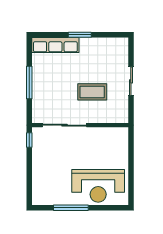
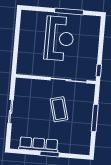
row of seats: (55, 45) -> (39, 145), moved
coffee table: (92, 92) -> (59, 109), moved, turned 75
reception desk: (98, 186) -> (59, 38), moved, turned 90

